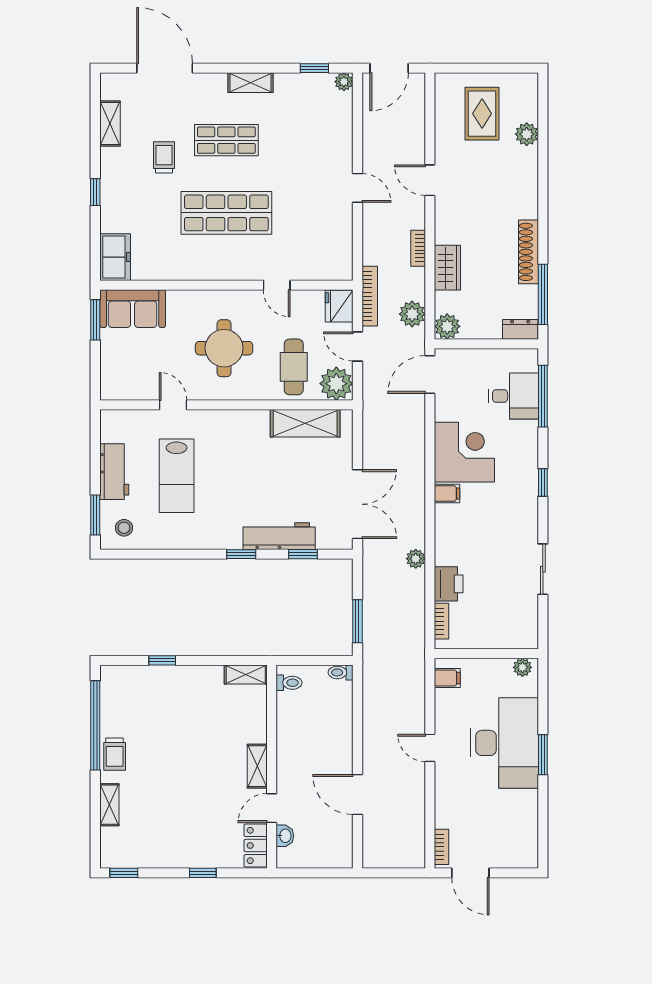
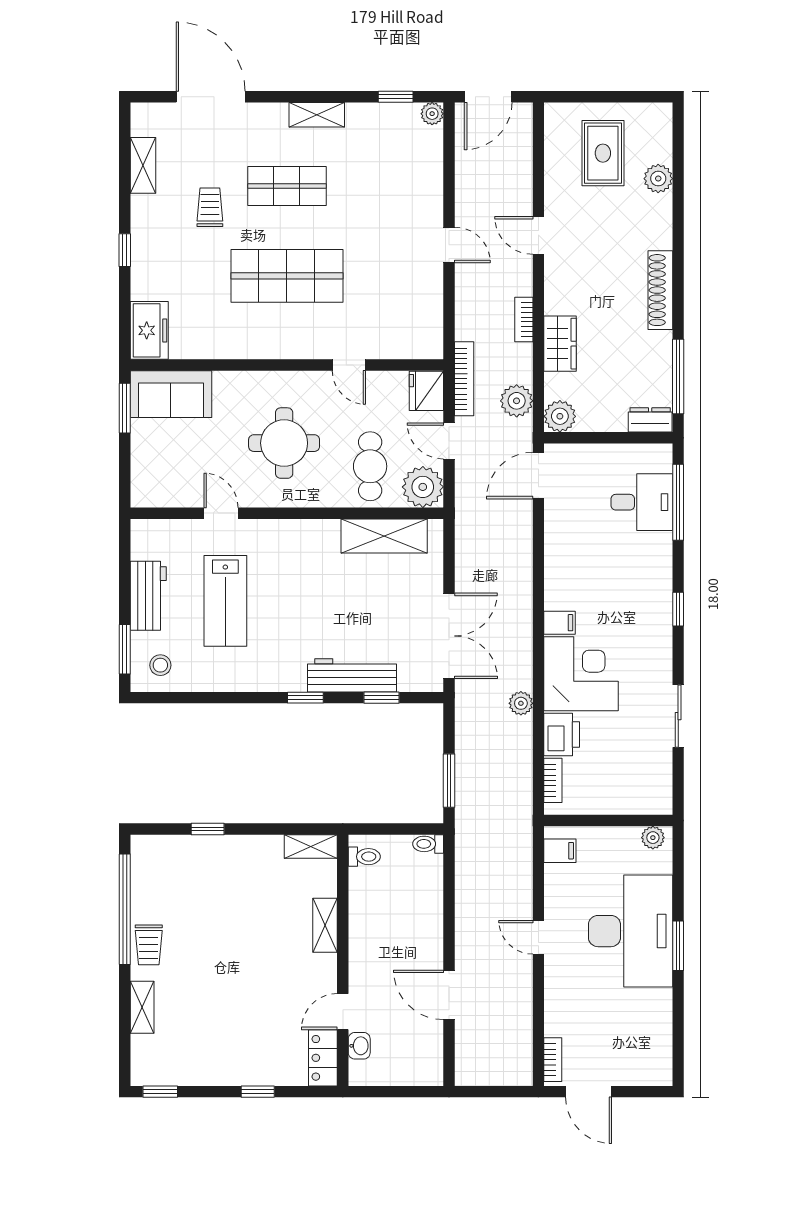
shoe rack: (528, 252) -> (660, 290), moved
corner desk: (464, 452) -> (581, 674), moved
shelving: (257, 766) -> (325, 925), moved

